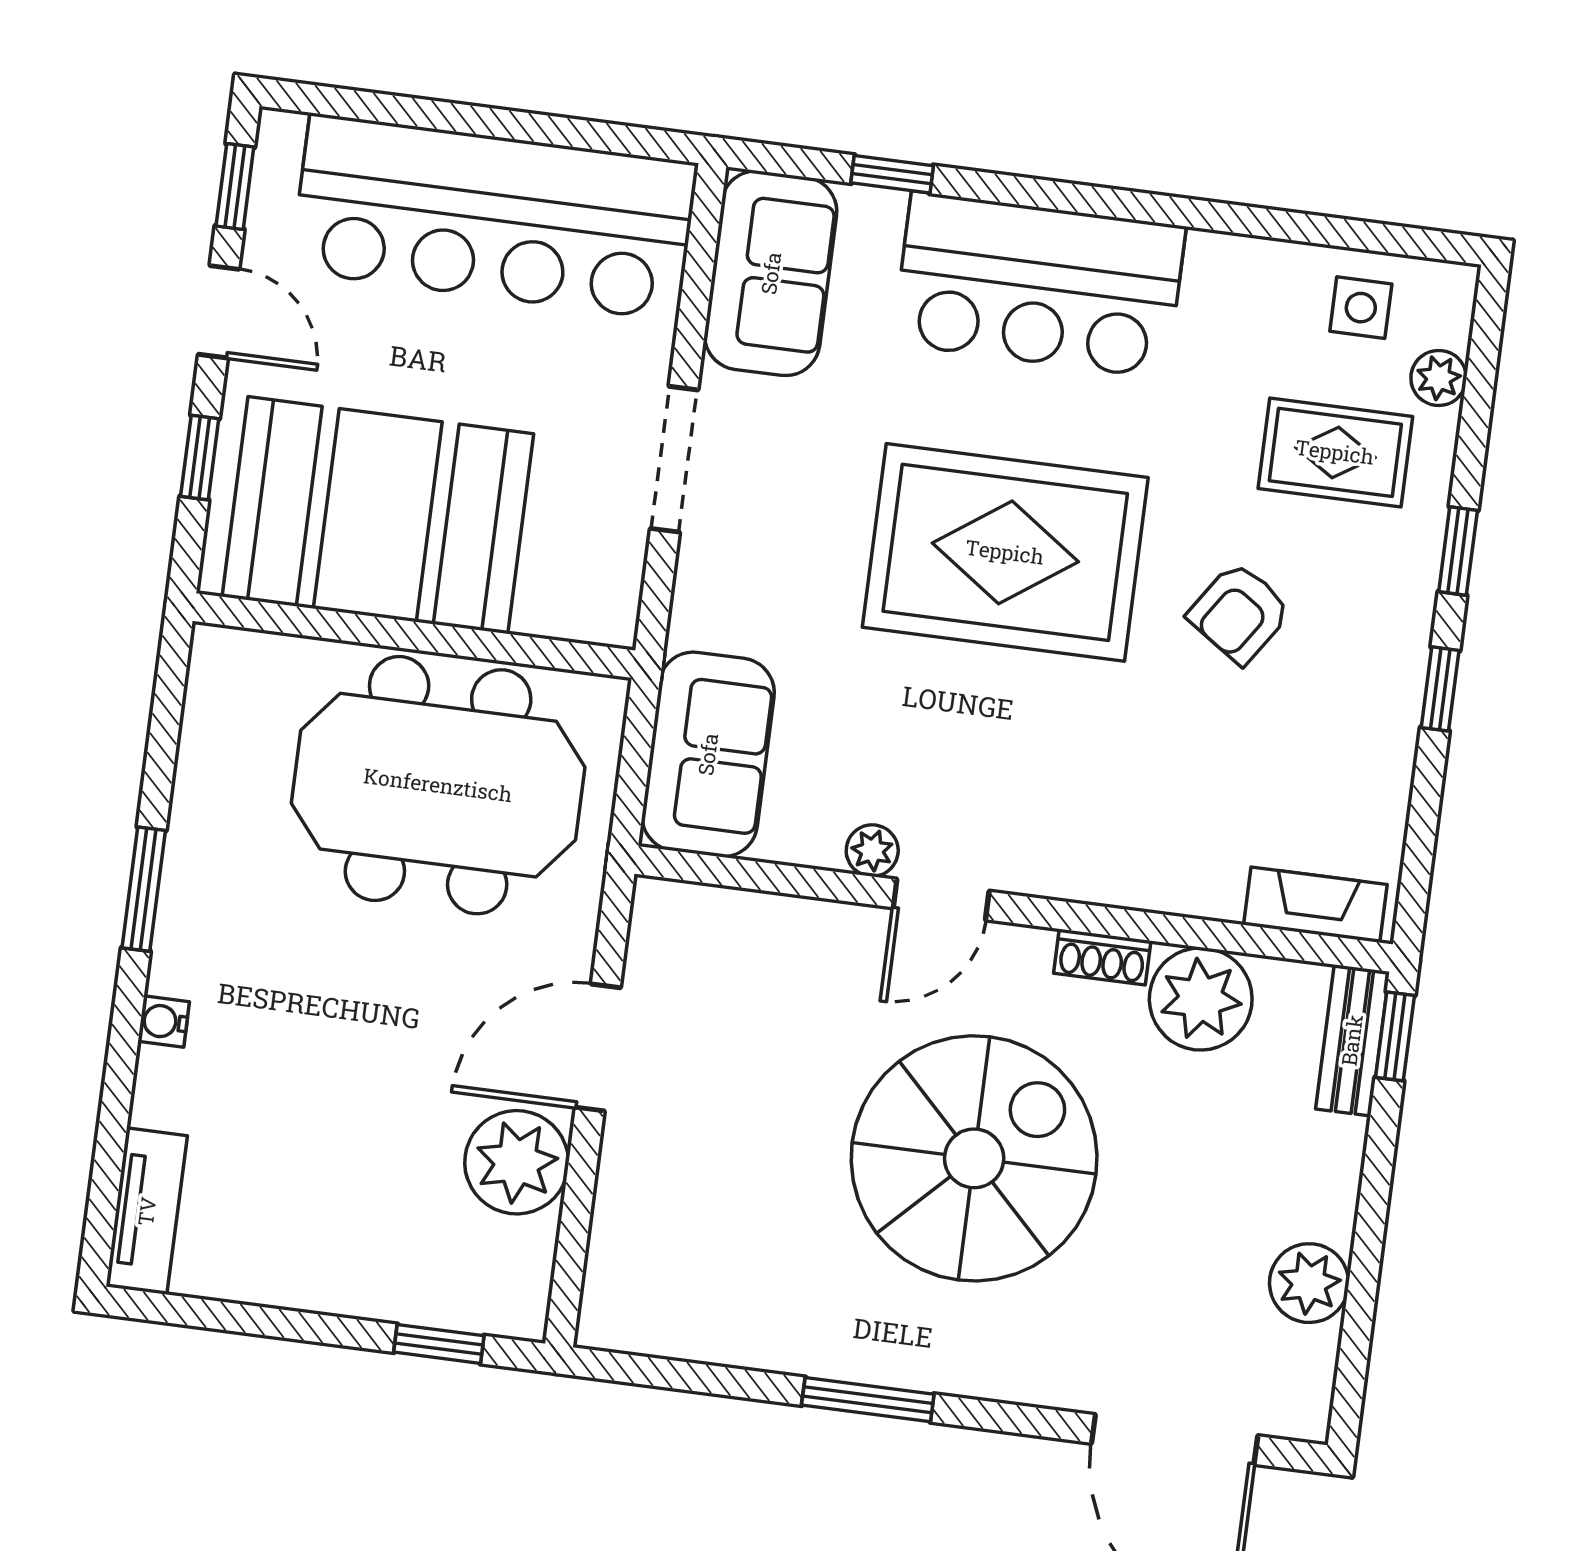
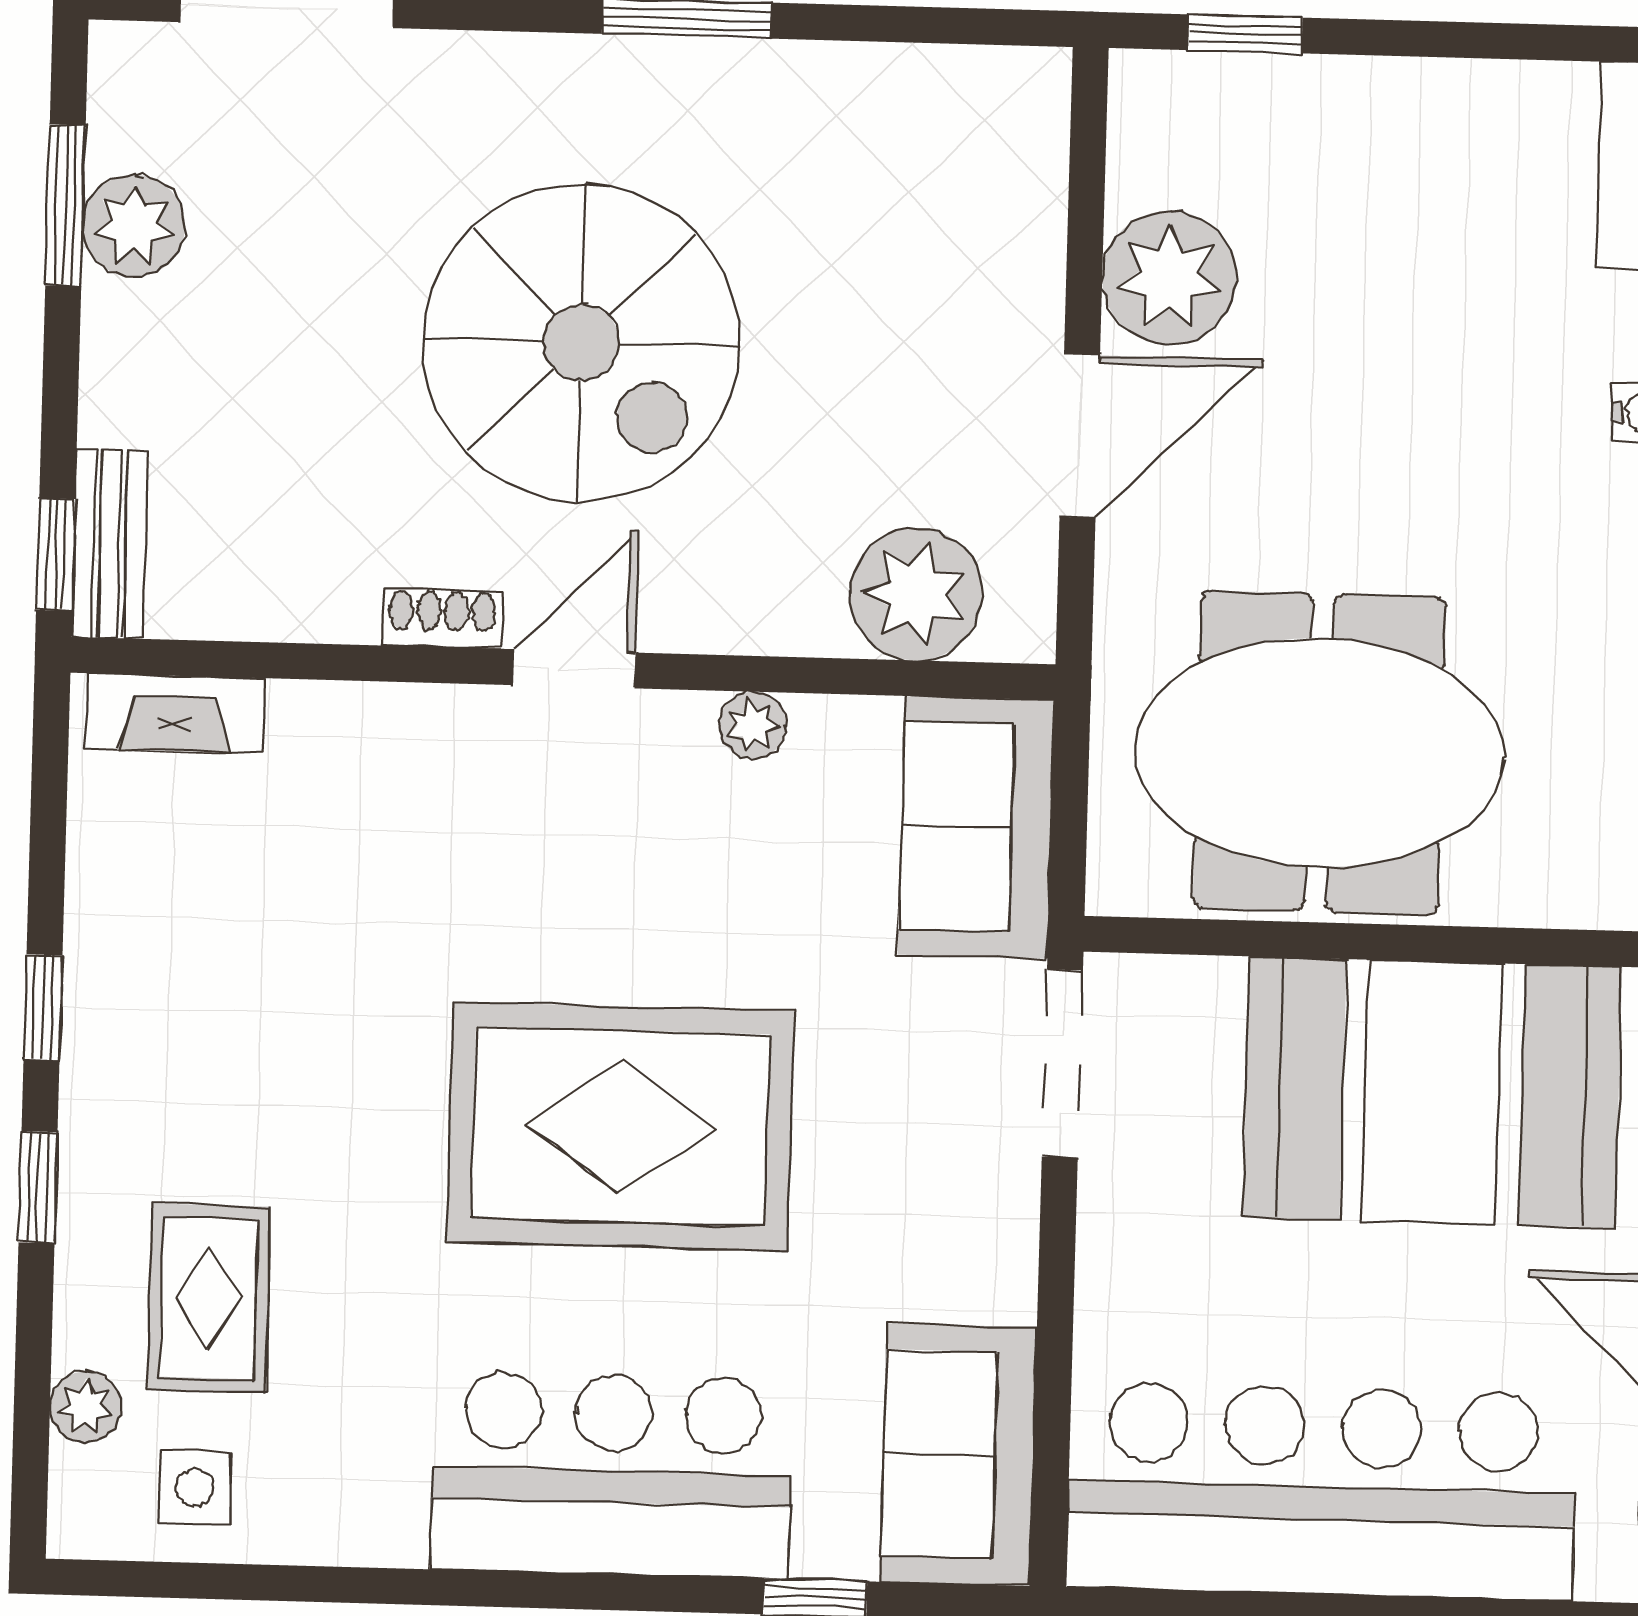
rug: (1335, 452) -> (209, 1298), turned 90
doorway: (674, 459) -> (1062, 1064), moved
armchair: (1239, 613) -> (311, 1079), removed
door: (941, 900) -> (574, 669), moved
plant: (1201, 999) -> (916, 594), moved
spiral stairs: (974, 1158) -> (581, 343), turned -90
window: (1360, 1304) -> (65, 205), added

